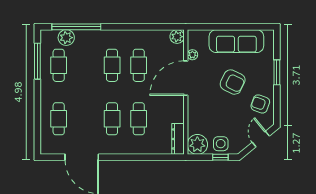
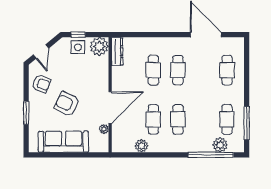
plant: (177, 37) -> (141, 146), moved

